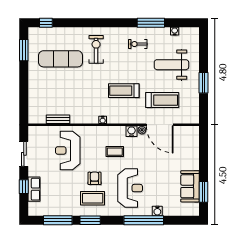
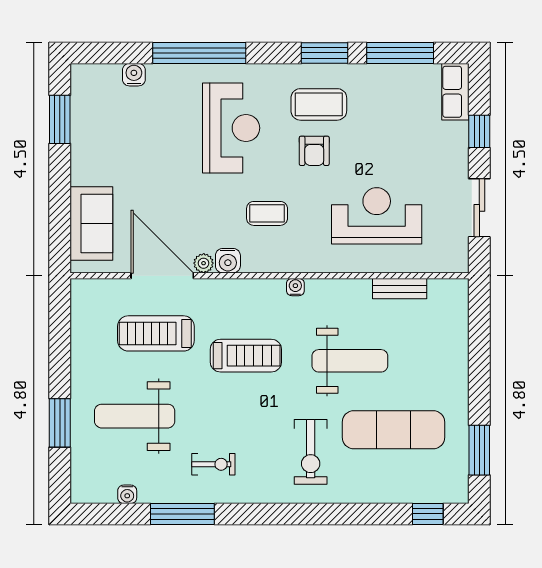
weight bench: (171, 65) -> (135, 416), turned 180
window: (204, 83) -> (60, 423), moved
weight bench: (79, 88) -> (350, 361), added
reception desk: (68, 150) -> (377, 216), turned -90
sofa: (190, 186) -> (91, 224), moved
reception desk: (130, 188) -> (231, 128), turned 180
row of seats: (34, 189) -> (455, 92), moved
water cooler: (157, 211) -> (134, 75), moved

